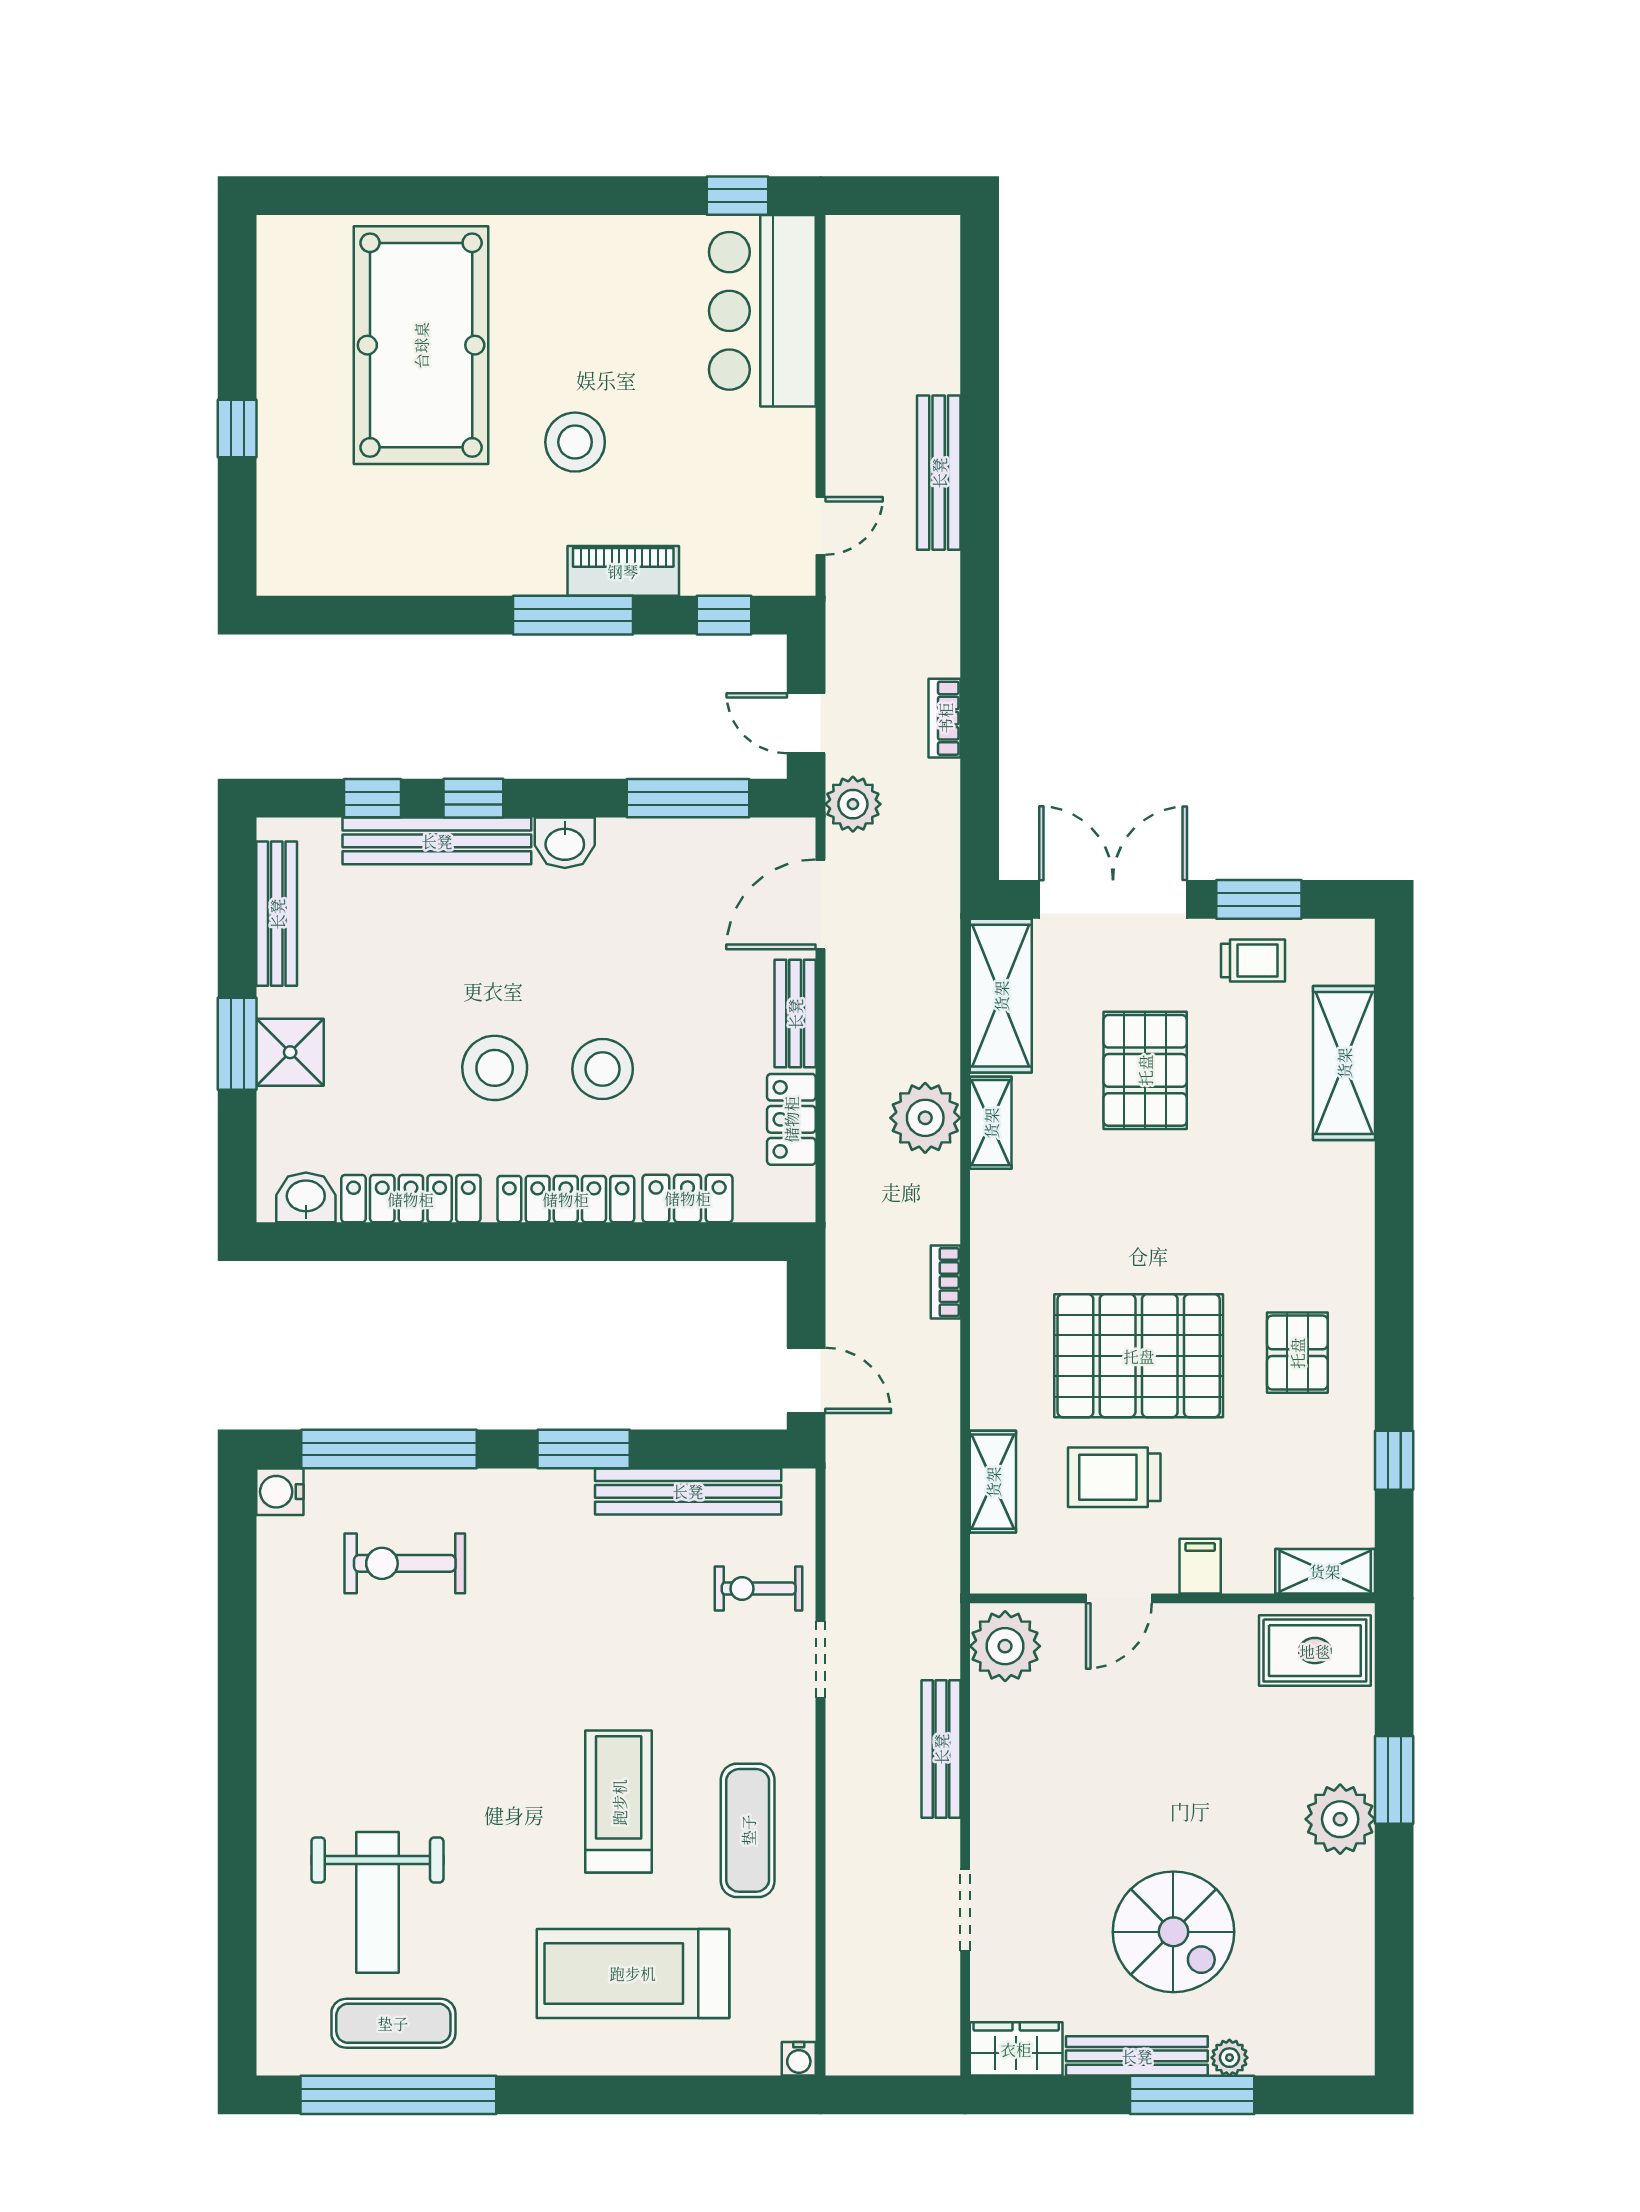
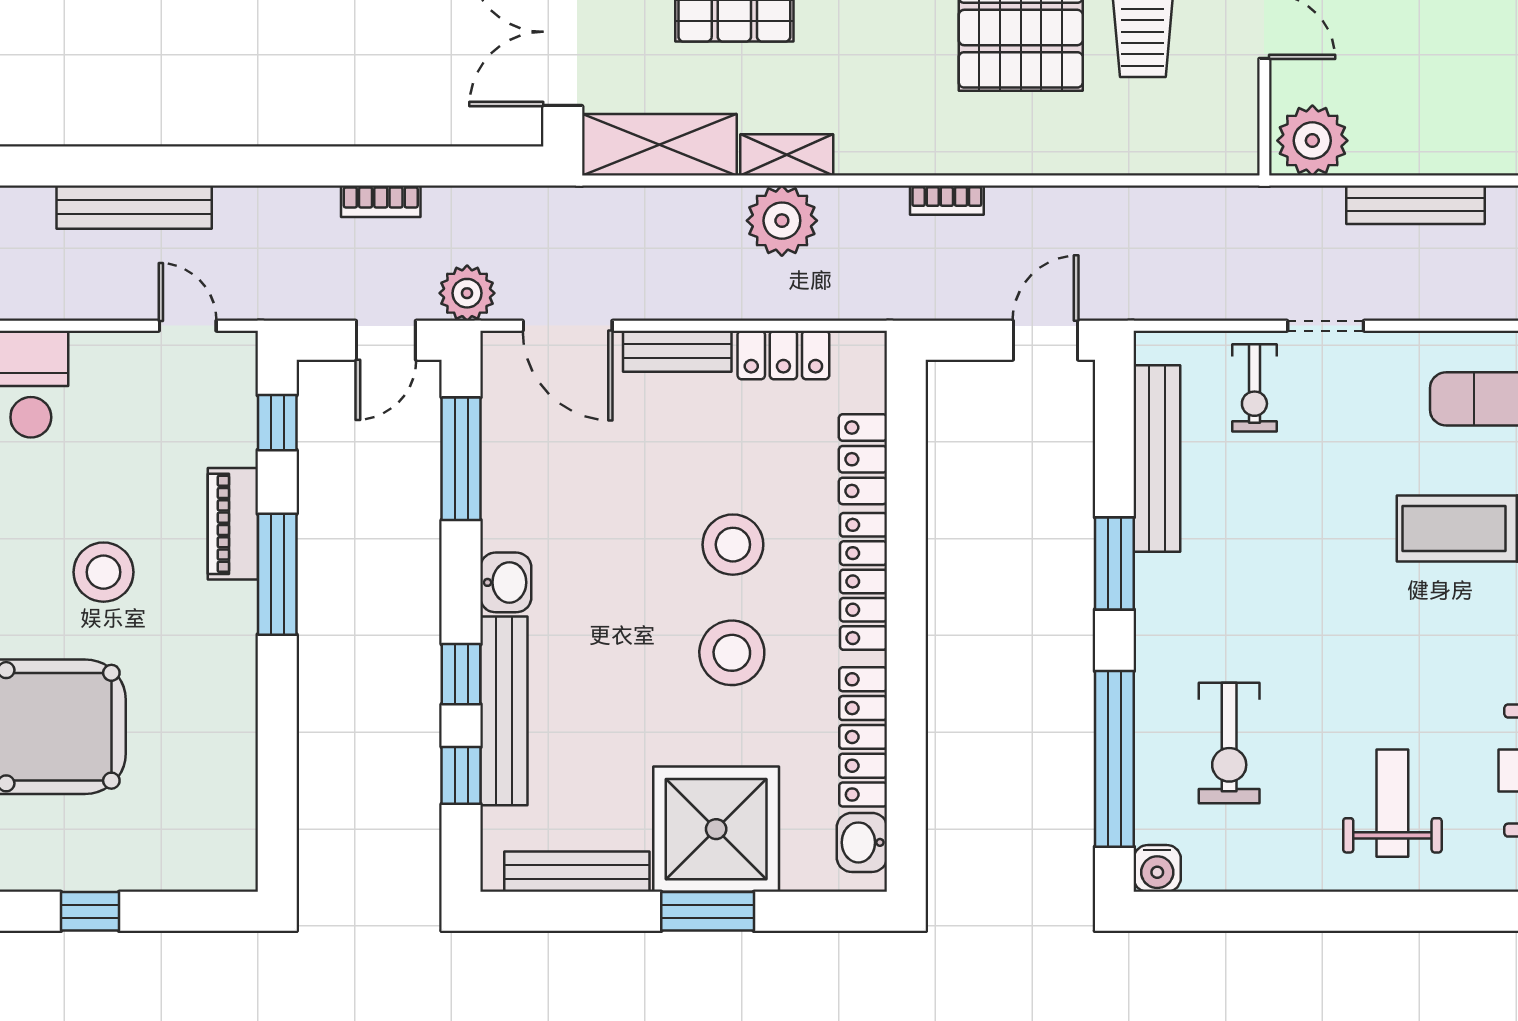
shower: (290, 1052) -> (716, 829), width x1.86, depth x1.86
shelving: (993, 1482) -> (1147, 153), removed
weight bench: (345, 1726) -> (1392, 803), added

